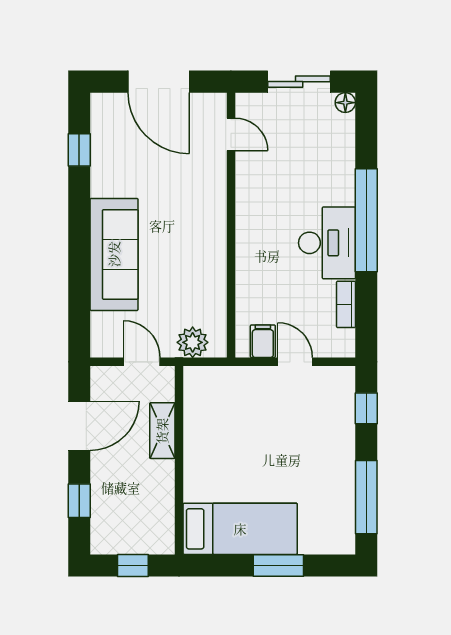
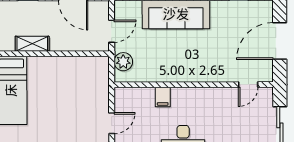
filing cabinet: (263, 341) -> (163, 97), moved, turned 90
shelving: (162, 431) -> (32, 44), moved

